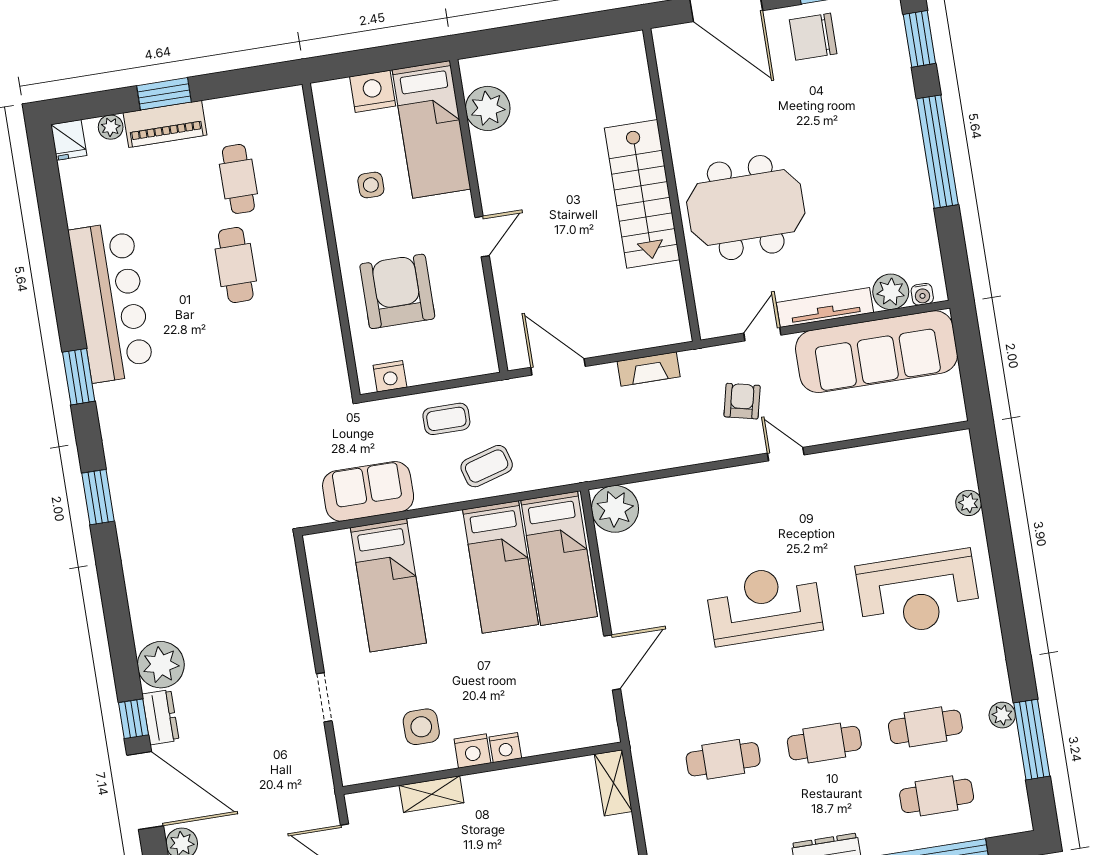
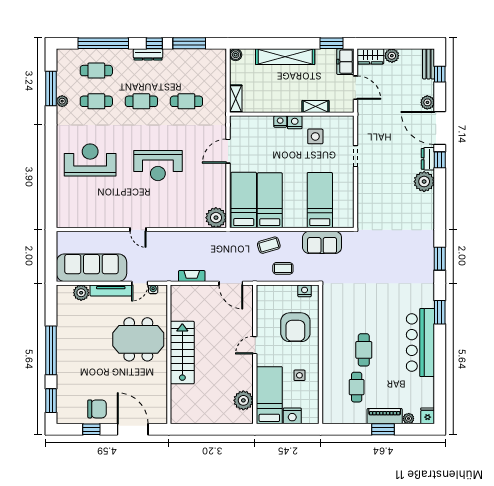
water cooler: (922, 294) -> (153, 289), moved
armchair: (742, 401) -> (153, 256), removed
plant: (969, 503) -> (62, 196), removed

